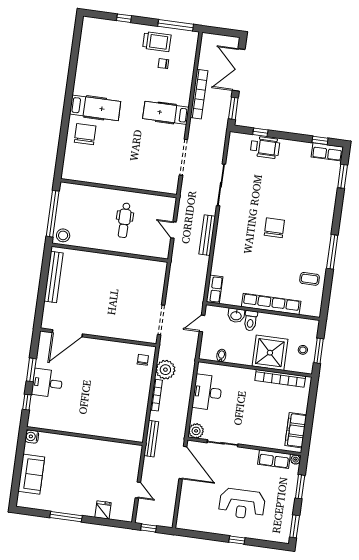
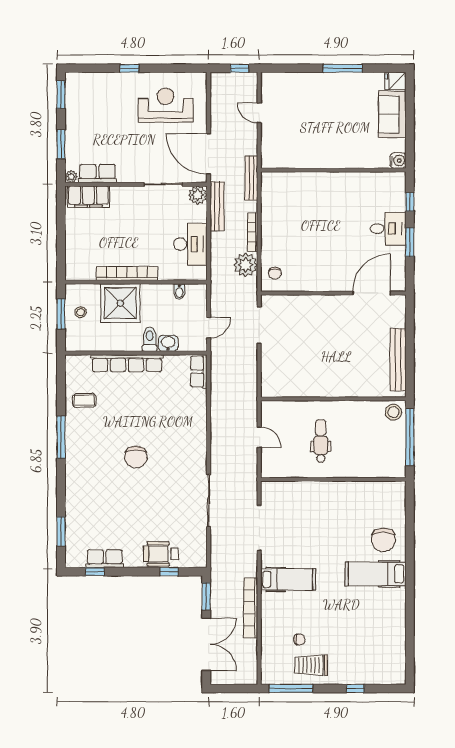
row of seats: (327, 152) -> (105, 559), moved
bench: (207, 235) -> (217, 206), moved
bookcase: (280, 378) -> (127, 274), moved
filing cabinet: (296, 430) -> (88, 197), moved, turned 90
reception desk: (242, 504) -> (165, 105), moved
fridge: (103, 510) -> (395, 81), moved, turned 90

